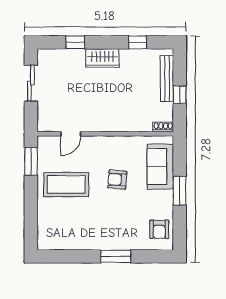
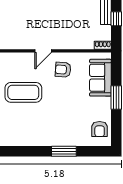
door: (71, 134) -> (43, 51), moved
armchair: (117, 180) -> (63, 70), moved

